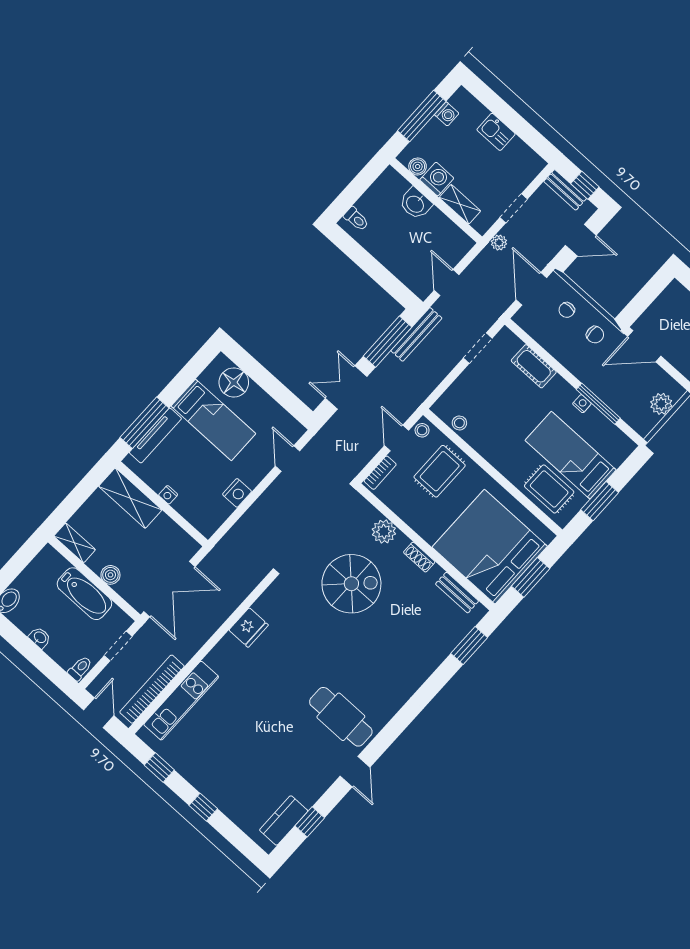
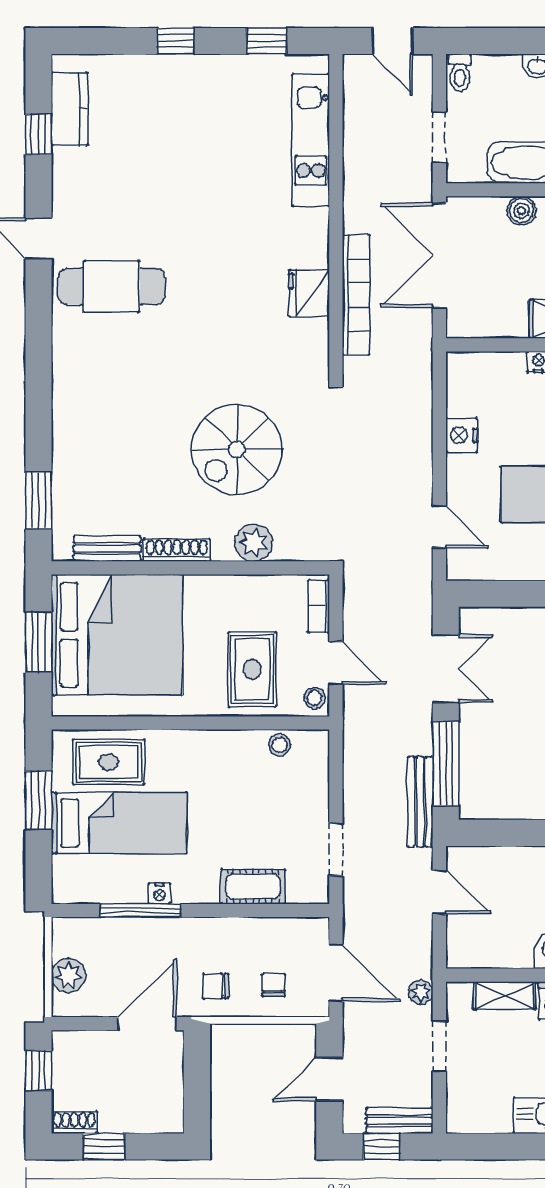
shoe rack: (419, 557) -> (177, 550), width x1.43
bookcase: (152, 689) -> (356, 295), moved

